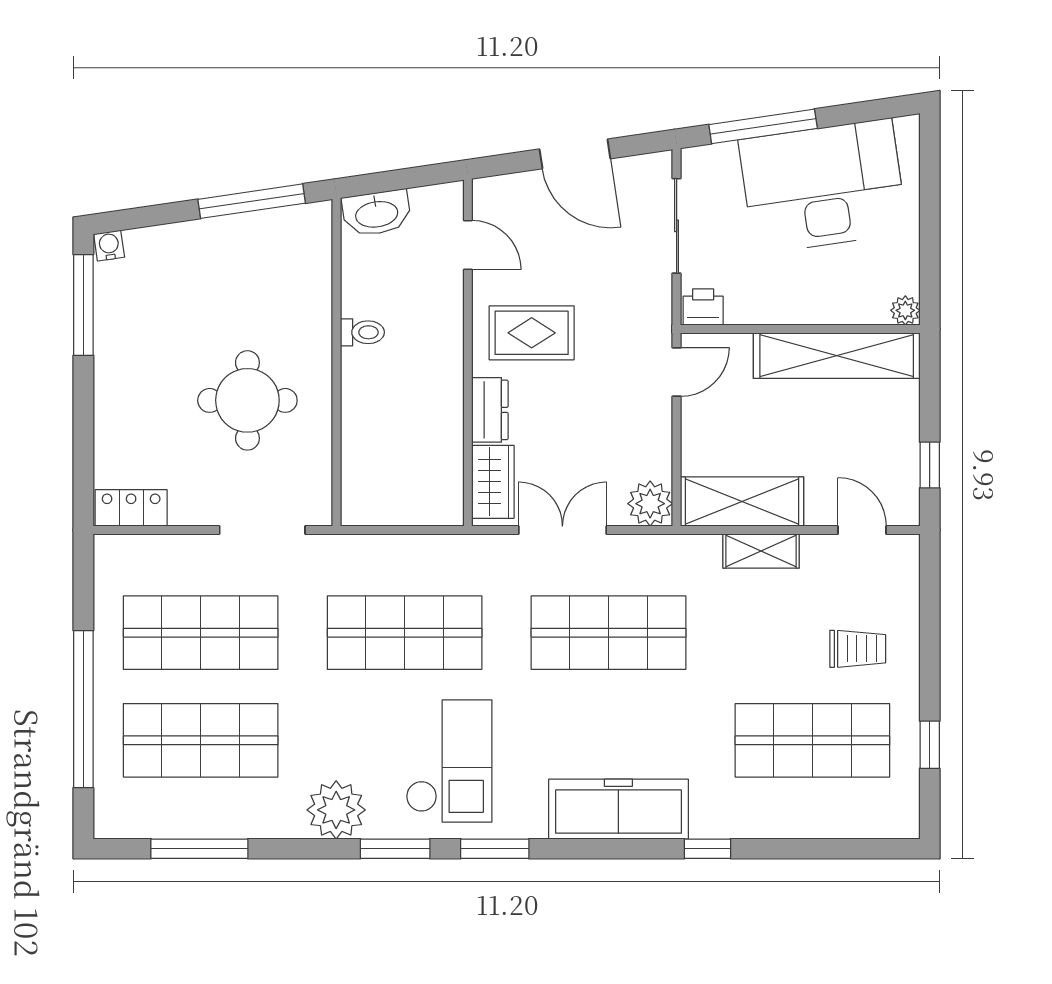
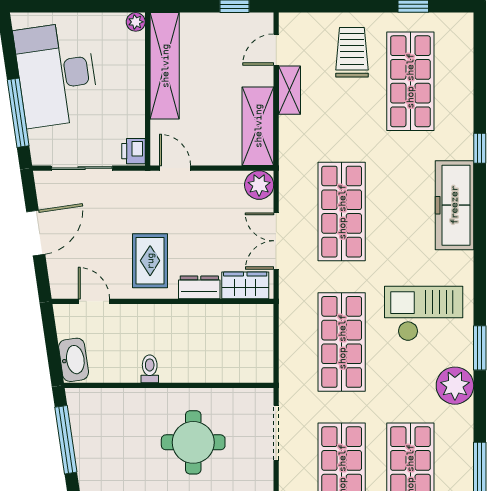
door: (468, 245) -> (94, 301), hinge flipped
shelving: (761, 551) -> (289, 90), moved
trolley: (858, 649) -> (352, 52), width x1.36, depth x1.39
window: (495, 849) -> (480, 284), removed

